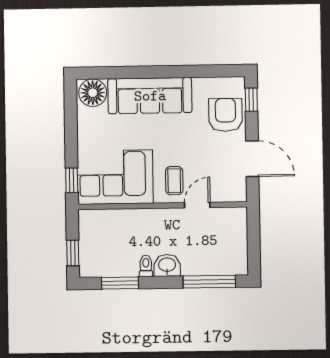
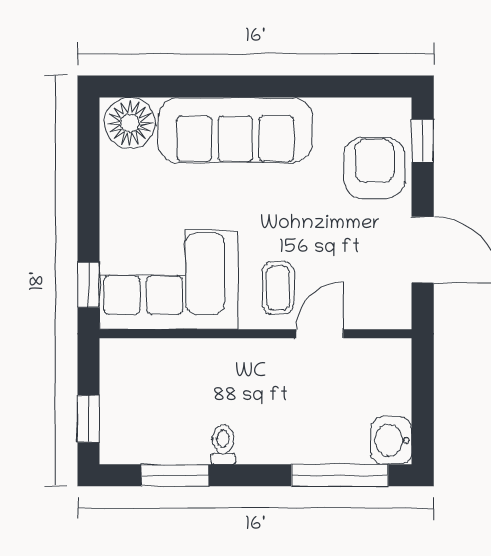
washbasin: (167, 265) -> (391, 440), moved, turned -90

